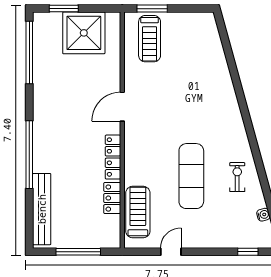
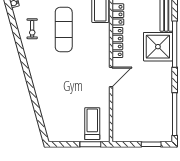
shower: (84, 33) -> (158, 47), moved

